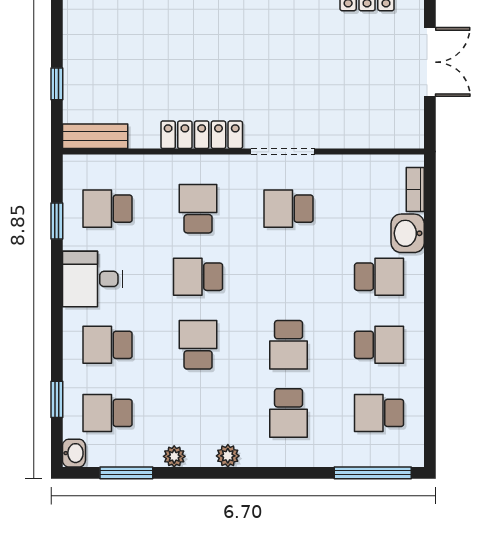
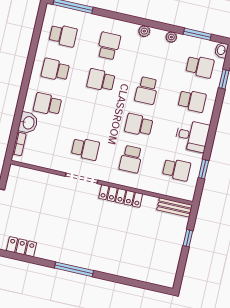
school desk: (198, 277) -> (139, 125), turned 180
school desk: (289, 345) -> (101, 80), turned -90

